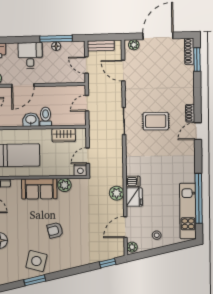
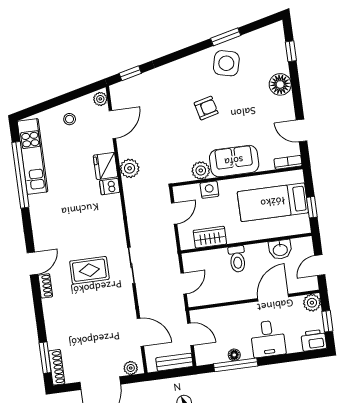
washbasin: (31, 120) -> (280, 249), moved
nightstand: (80, 170) -> (209, 190), moved

